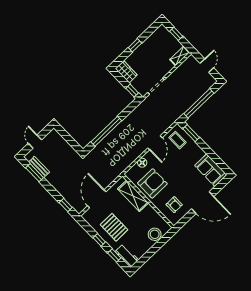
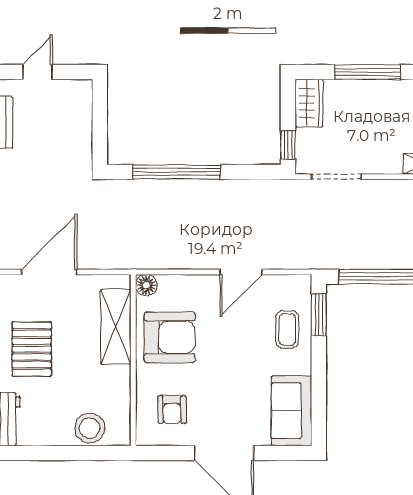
window: (135, 45) -> (367, 72), width x2.17
coffee table: (177, 140) -> (287, 329), moved
floor lamp: (142, 163) -> (146, 285), moved

